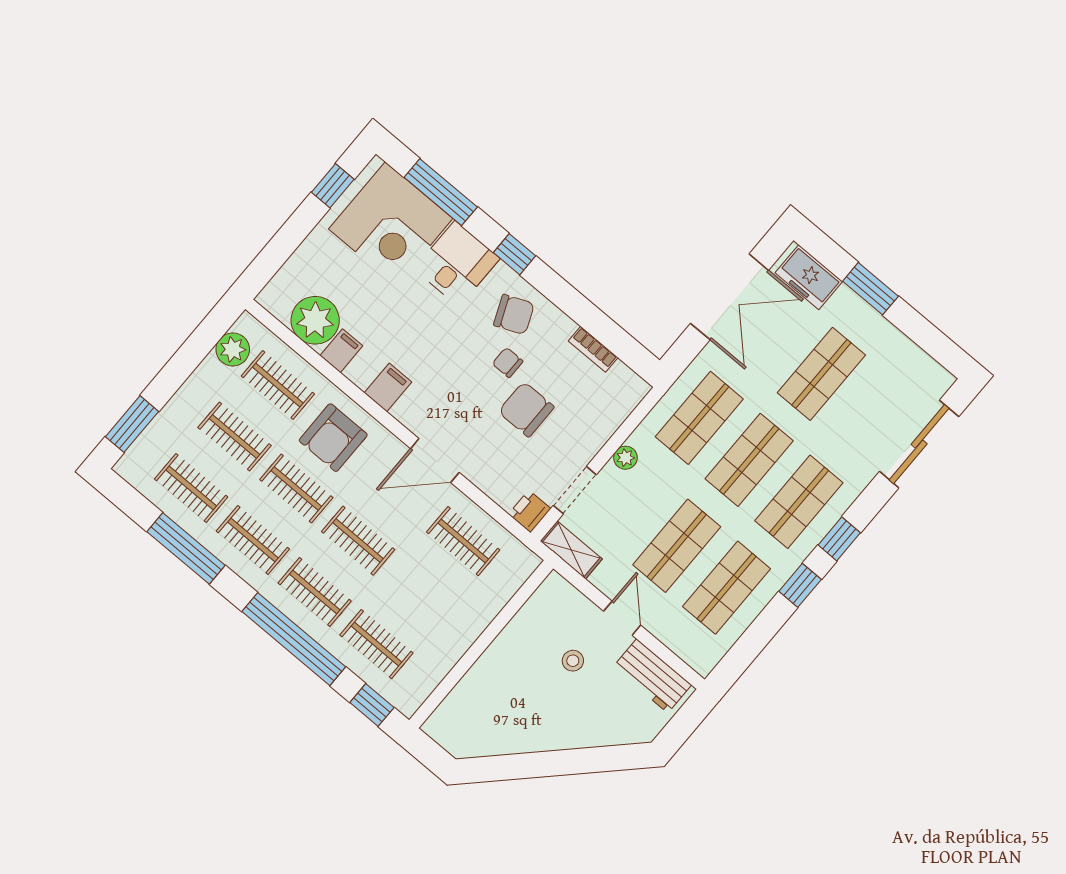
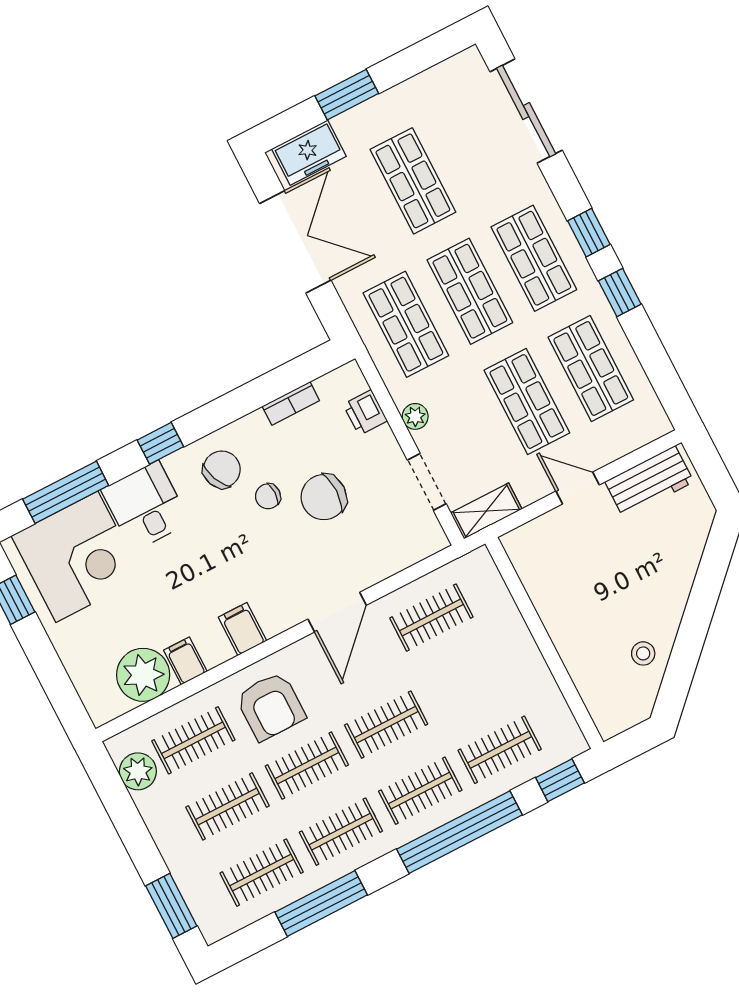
printer: (530, 511) -> (365, 413), moved
stool: (573, 661) -> (643, 653), moved

